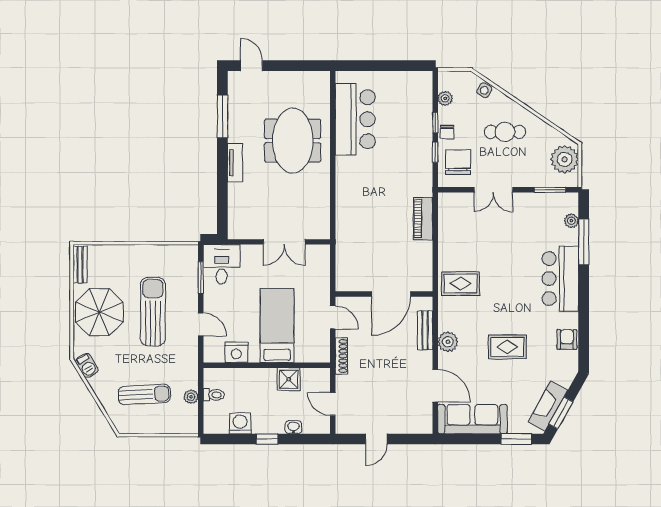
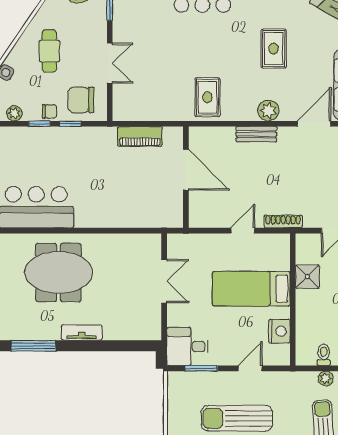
wall: (384, 294) -> (186, 177), moved
door: (391, 294) -> (186, 170), moved

